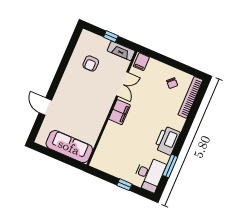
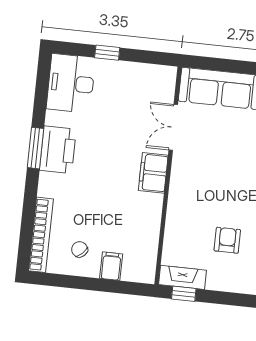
window: (111, 36) -> (184, 294), moved
filing cabinet: (141, 62) -> (111, 266), moved
double door: (122, 84) -> (173, 127), moved
window: (170, 166) -> (35, 148), moved

